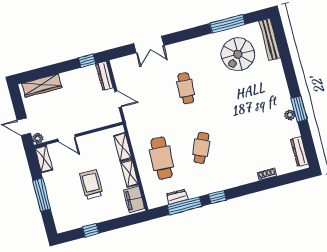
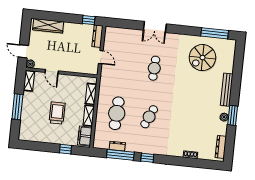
window: (227, 24) -> (215, 33), moved
bench: (270, 39) -> (227, 90), moved
double door: (149, 44) -> (155, 27), moved
window: (91, 230) -> (65, 149), moved

